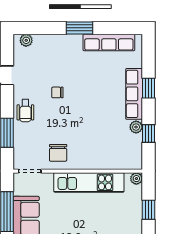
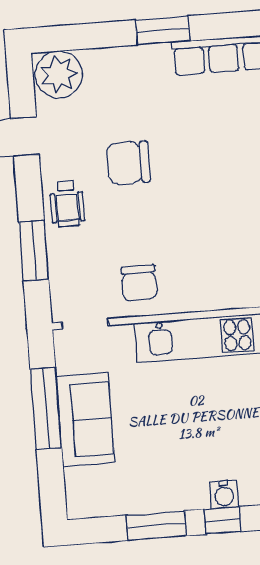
plant: (26, 40) -> (59, 74), width x1.88, depth x1.88
chair: (57, 92) -> (128, 163), width x1.87, depth x1.87

